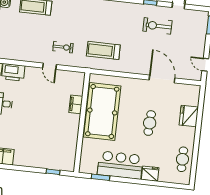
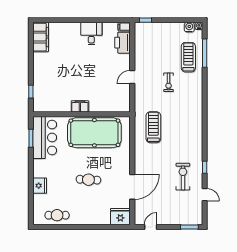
exercise bike: (63, 47) -> (169, 82), moved
filing cabinet: (76, 104) -> (80, 106), moved
fridge: (189, 116) -> (120, 217), moved
bar counter: (120, 165) -> (45, 137), moved

